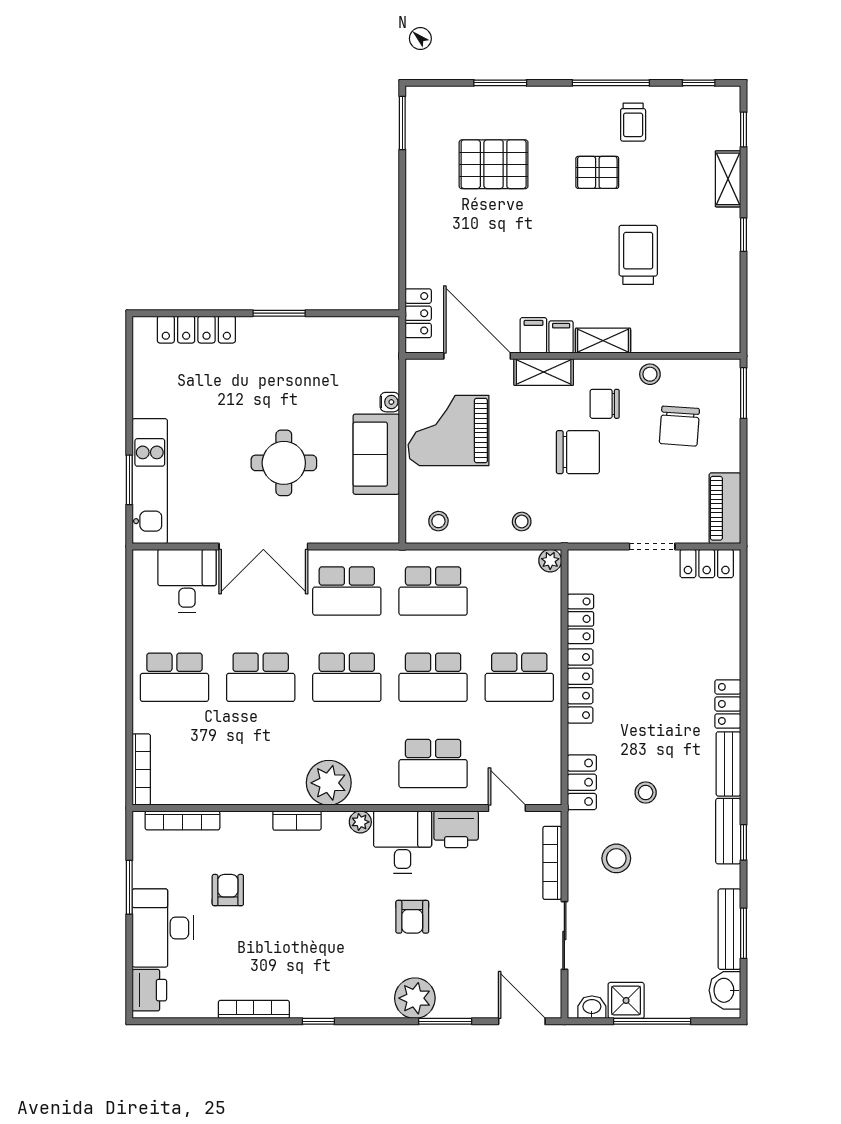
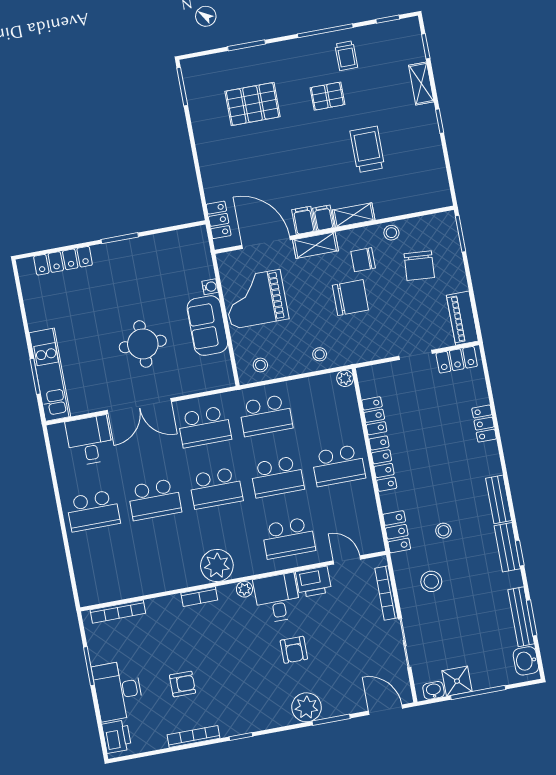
locker: (728, 704) -> (484, 424), moved
bookcase: (141, 770) -> (82, 581), removed
armchair: (228, 890) -> (183, 684), moved, turned 90

